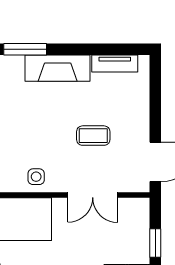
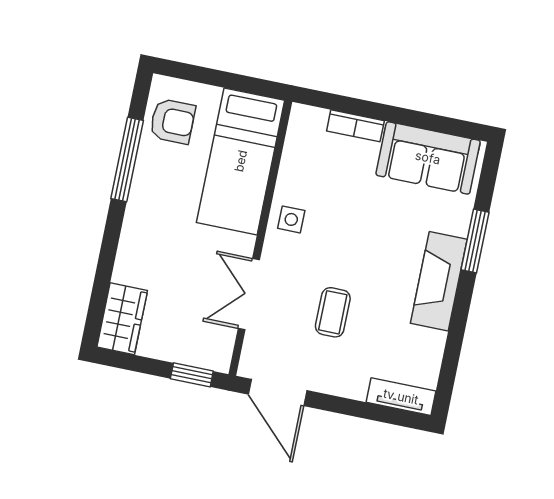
tv unit: (115, 63) -> (401, 397), moved, turned 90
window: (155, 243) -> (192, 375), moved

